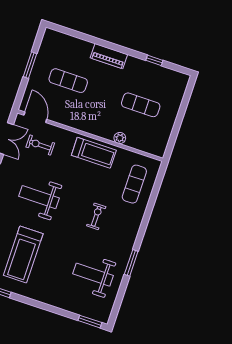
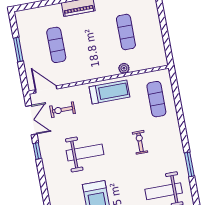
exercise mat: (68, 81) -> (56, 45), turned 90
exercise mat: (141, 105) -> (126, 32), turned 90
weight bench: (39, 197) -> (85, 153), turned 180

